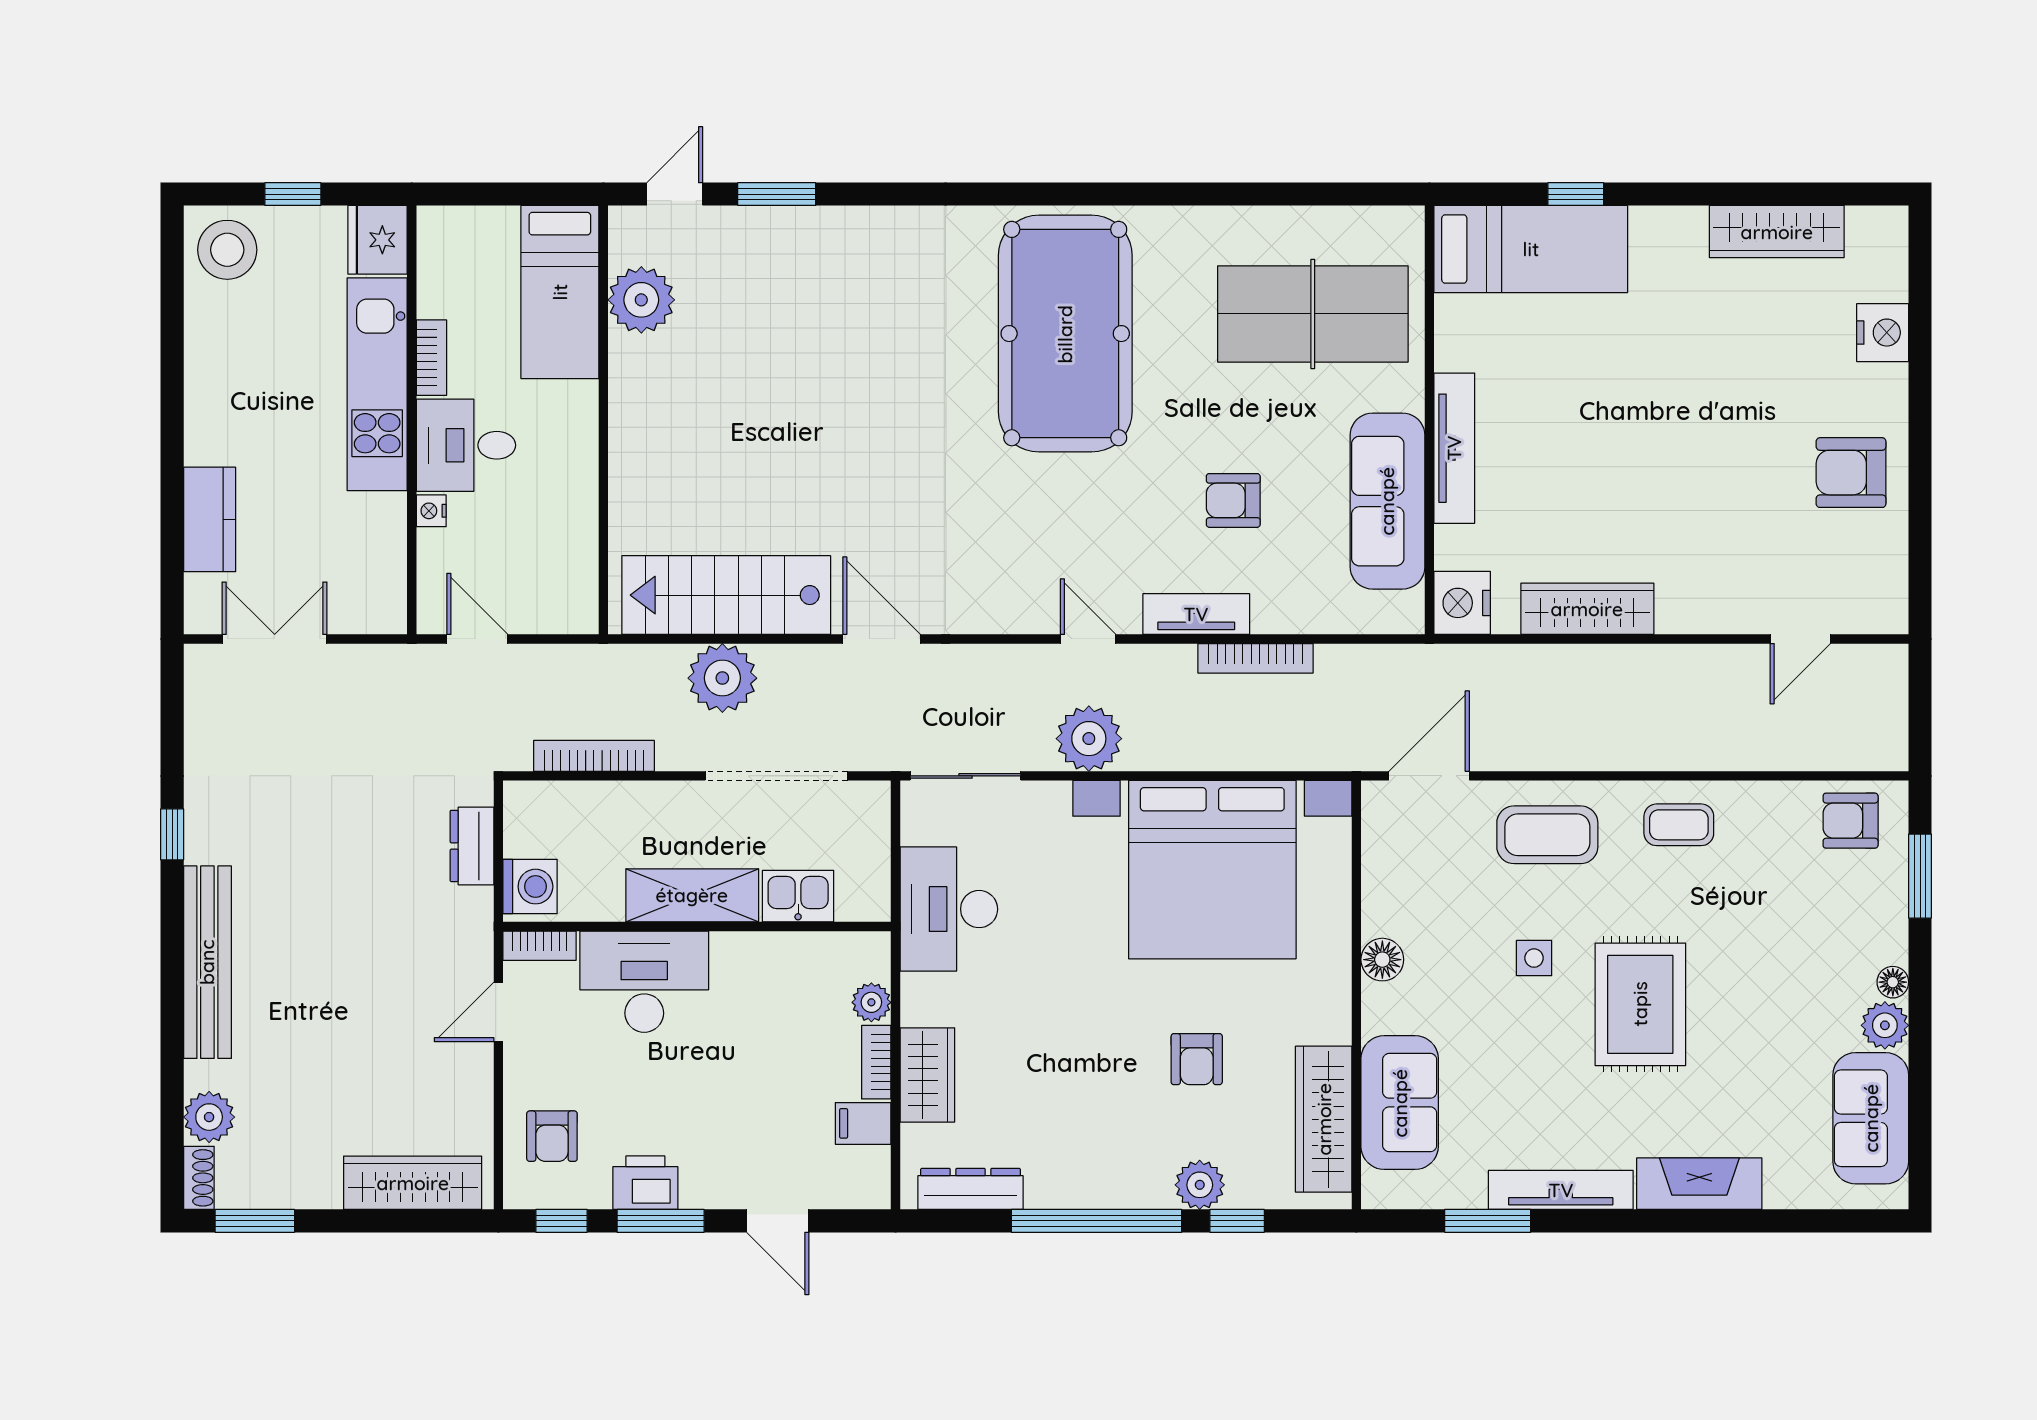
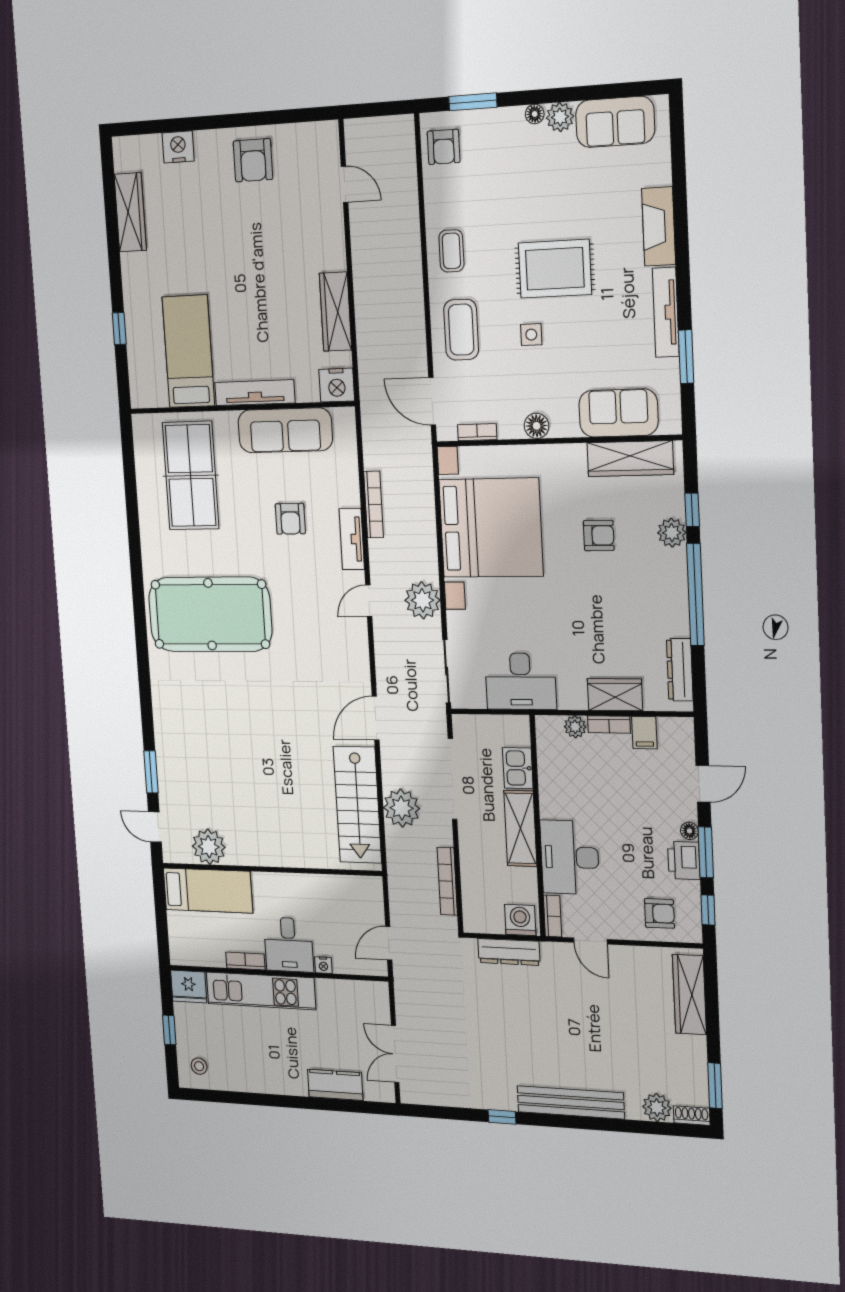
bed: (1531, 249) -> (188, 351), moved
stool: (227, 250) -> (199, 1066), width x0.53, depth x0.53
dresser: (472, 846) -> (509, 952), width x1.44
bookcase: (1375, 854) -> (477, 432), added
floor lamp: (697, 1194) -> (689, 831), added

